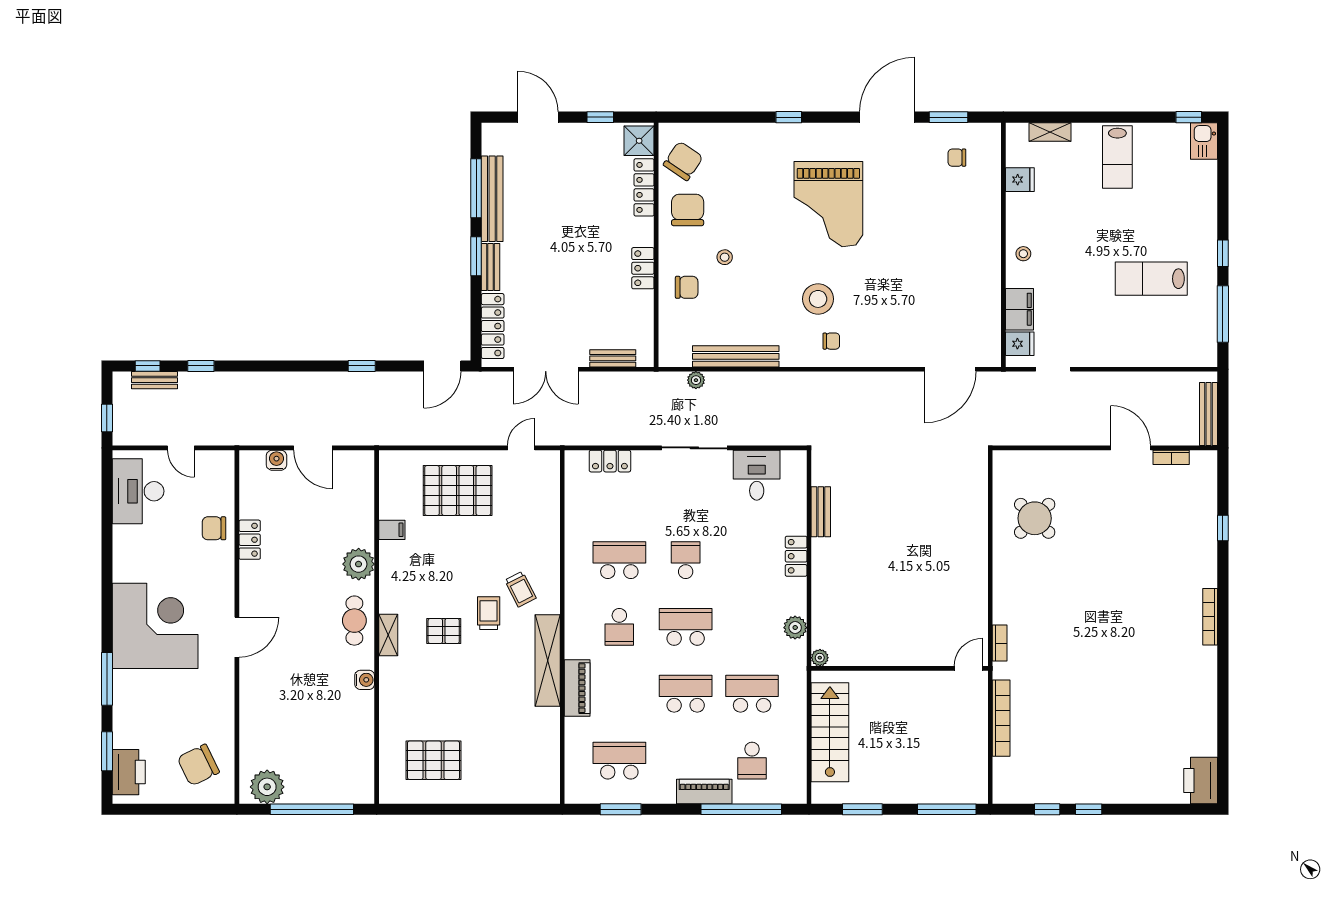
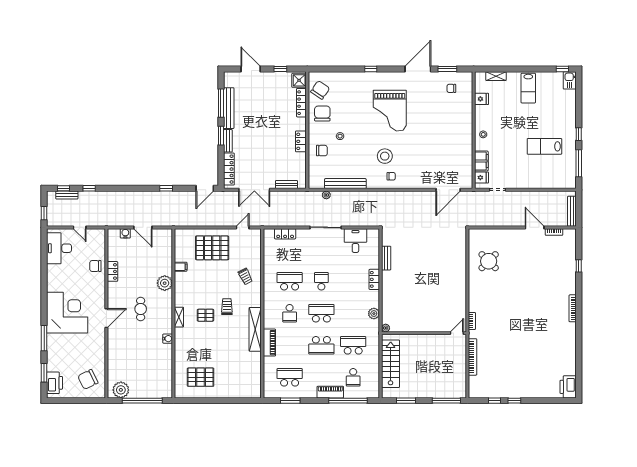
trolley: (520, 589) -> (245, 276), moved
cafe table: (354, 621) -> (141, 309), moved
school desk: (686, 694) -> (321, 345), turned 180

